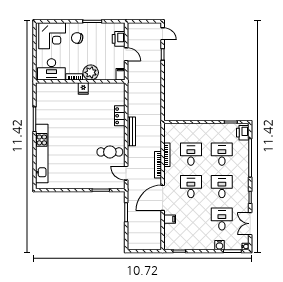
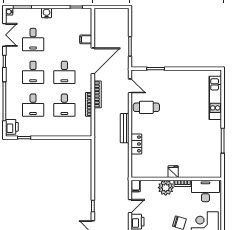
door: (126, 54) -> (130, 206), swing flipped
kitchen unit: (42, 153) -> (215, 98), width x0.73
water cooler: (219, 245) -> (47, 13), moved

